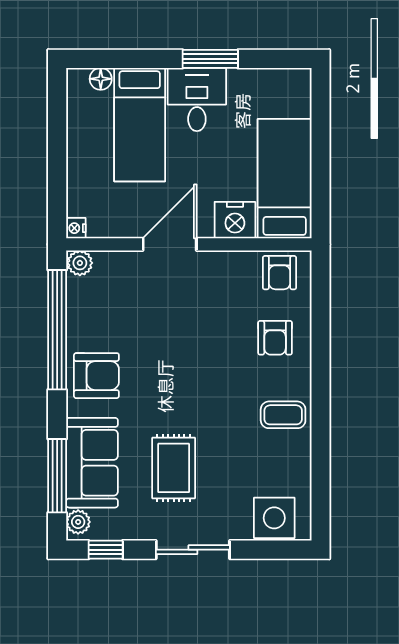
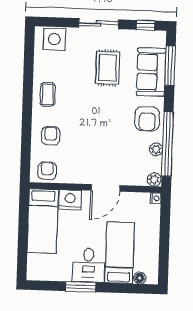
armchair: (96, 376) -> (147, 119), turned -90
coffee table: (283, 415) -> (48, 94), turned 90
plant: (78, 522) -> (156, 149), moved

